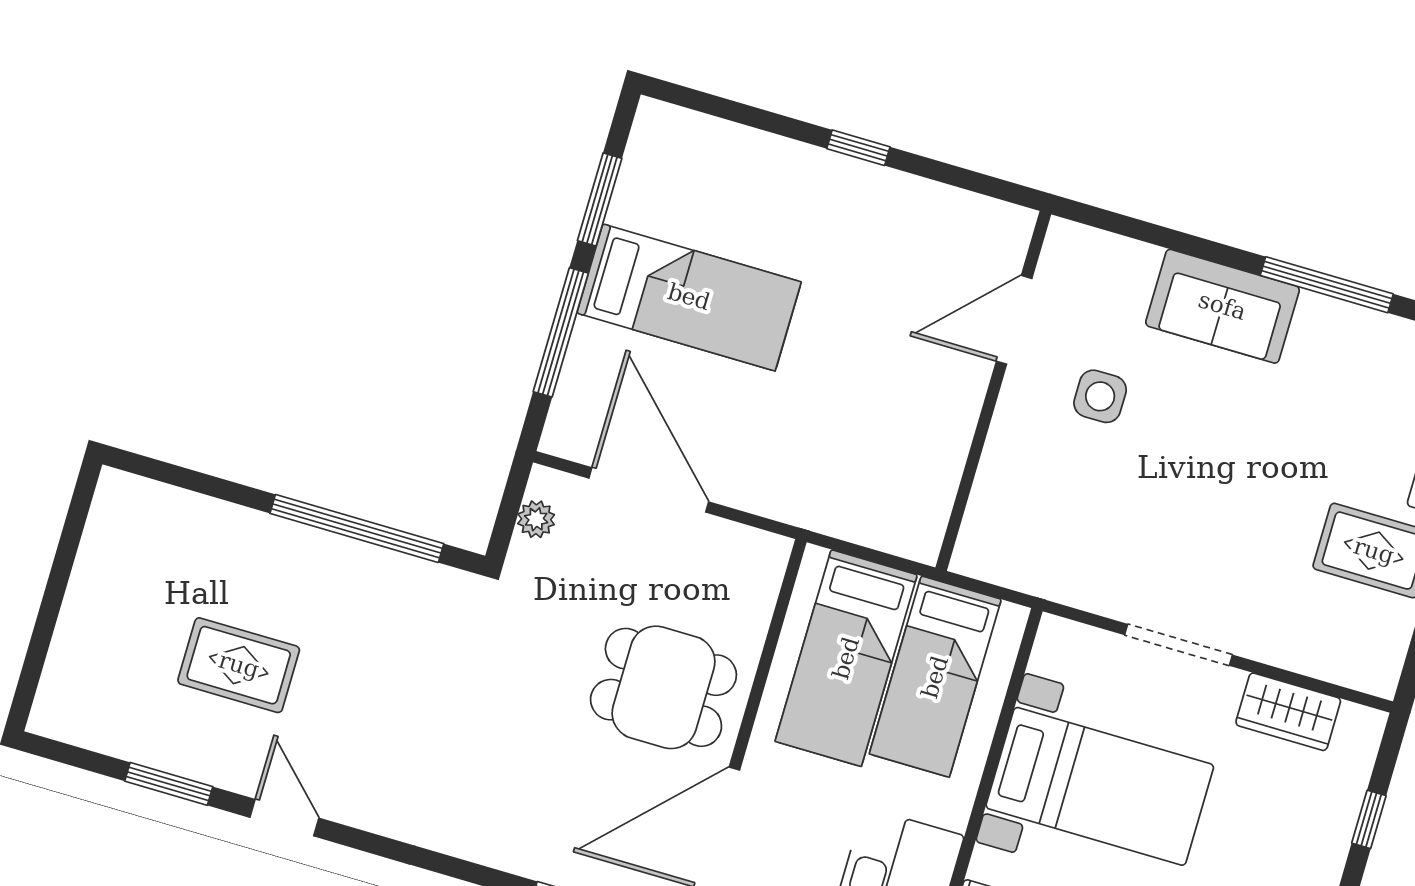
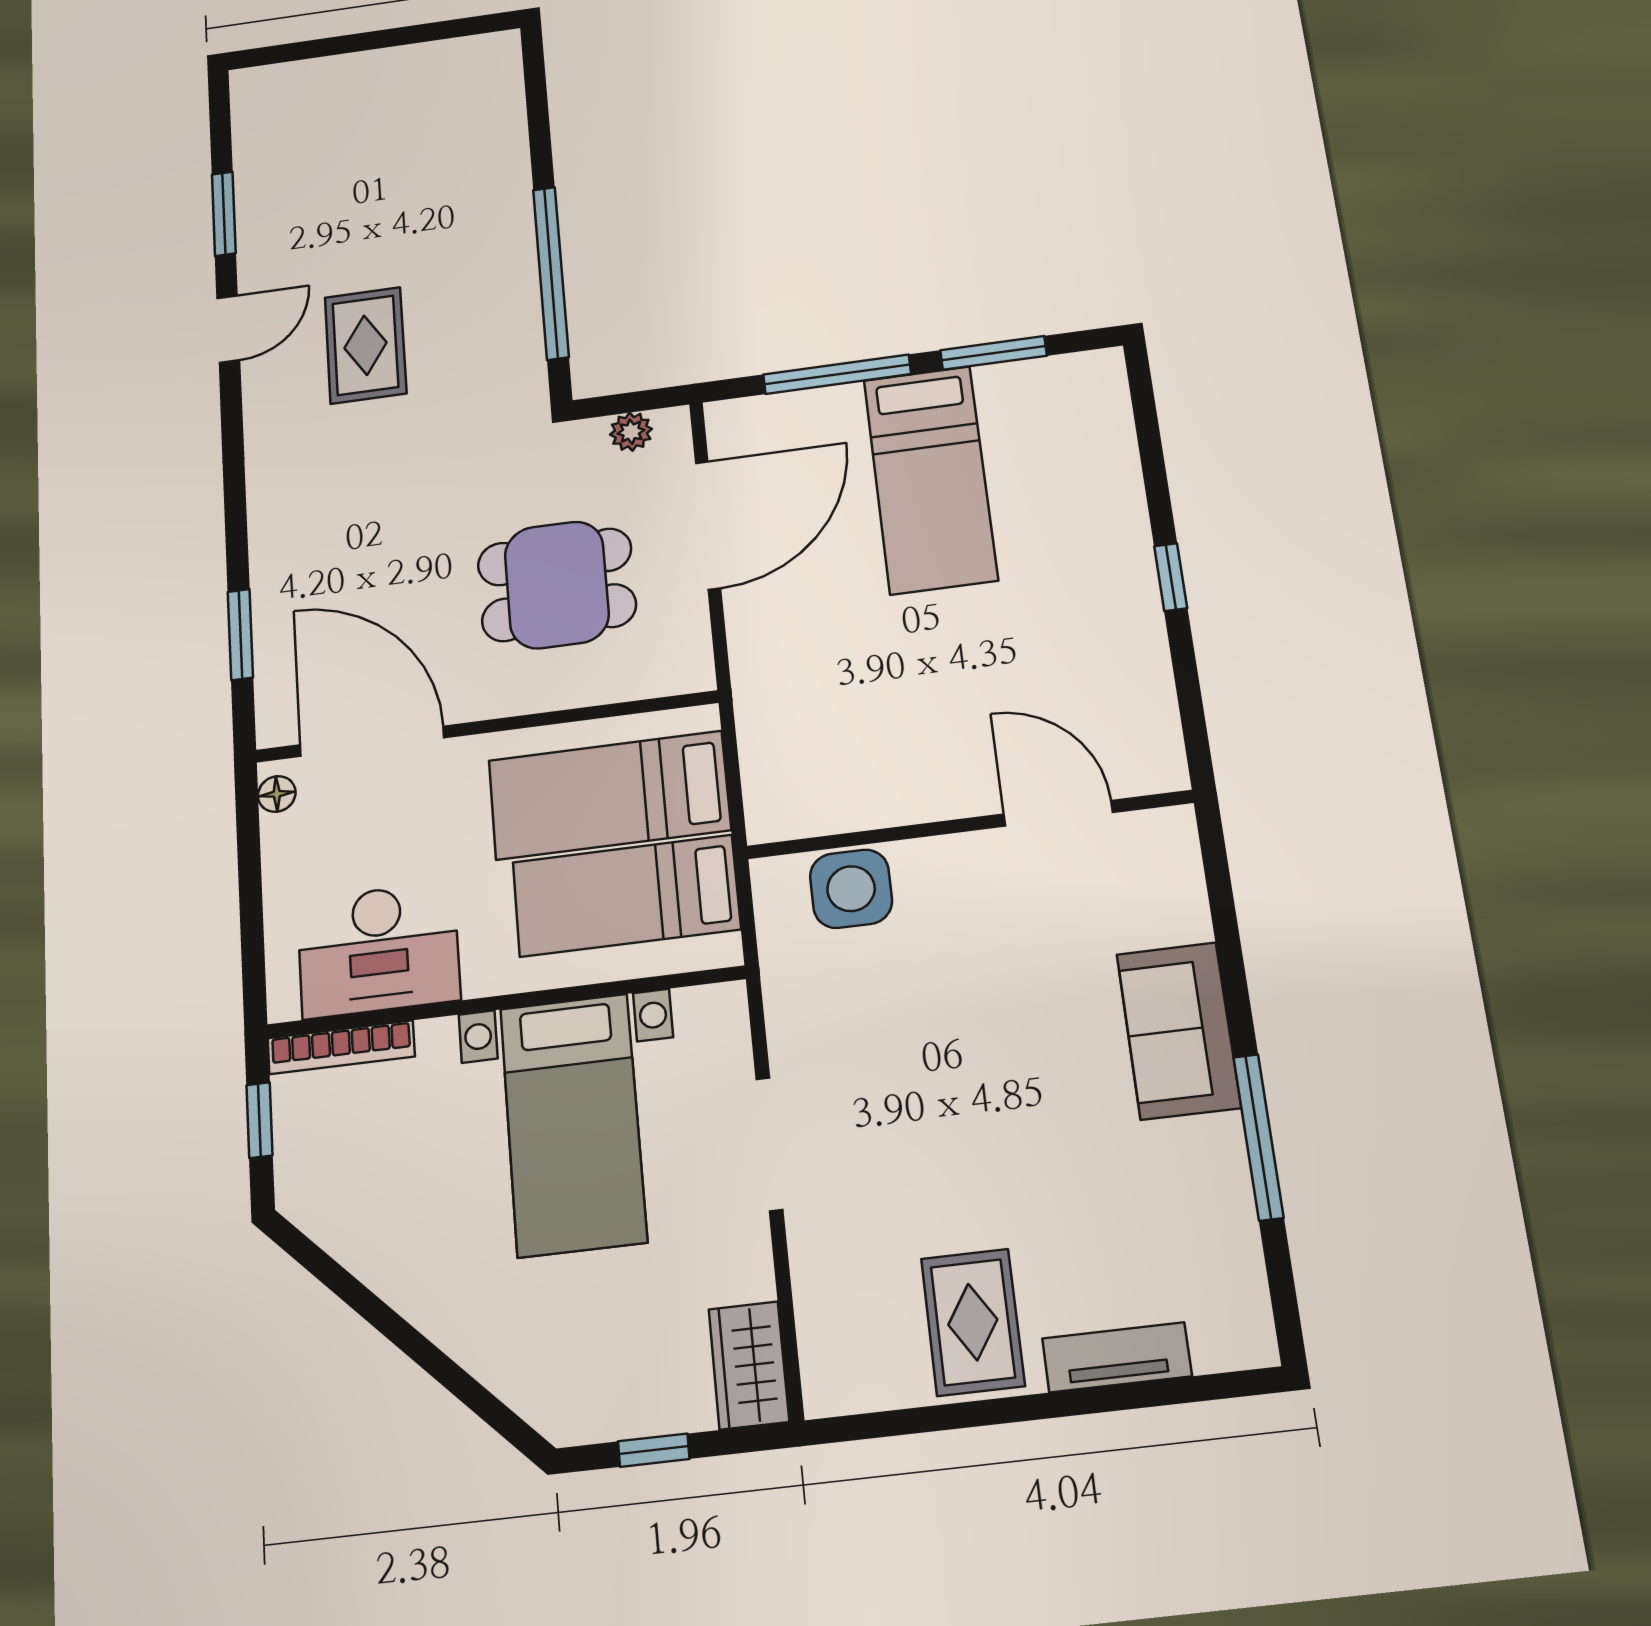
side table: (1100, 396) -> (851, 889), moved, width x1.37, depth x1.37
rug: (239, 665) -> (366, 345), moved
dining table: (663, 687) -> (557, 585), moved, turned 90
wardrobe: (1288, 712) -> (749, 1365), moved

